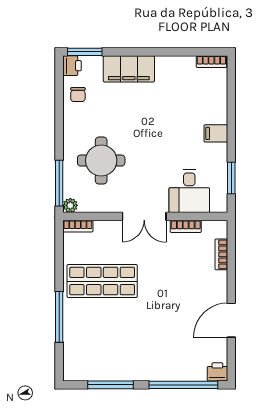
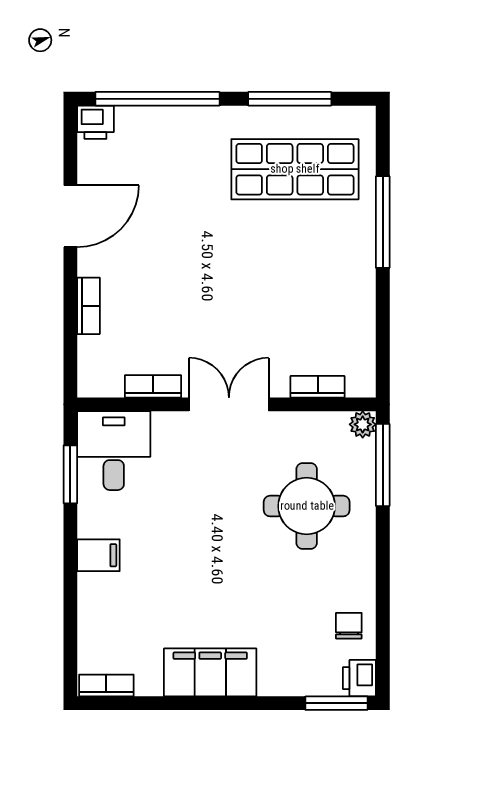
filing cabinet: (129, 69) -> (210, 672), moved
desk: (189, 191) -> (114, 451), moved
bookcase: (78, 226) -> (318, 387), moved
bookcase: (221, 254) -> (88, 306), moved
shop shelf: (102, 281) -> (295, 169), moved

